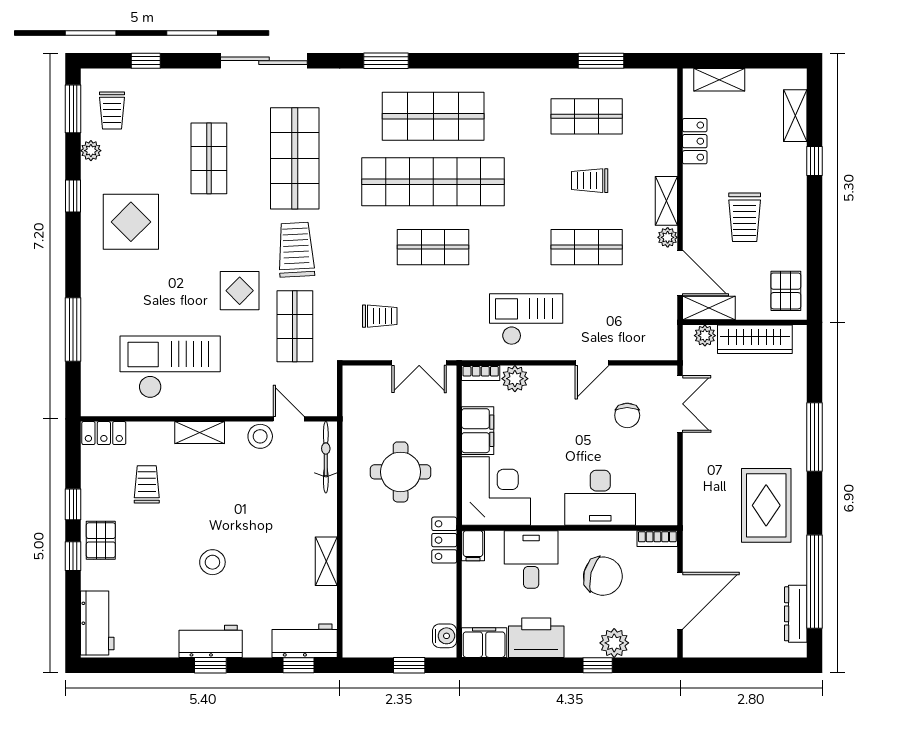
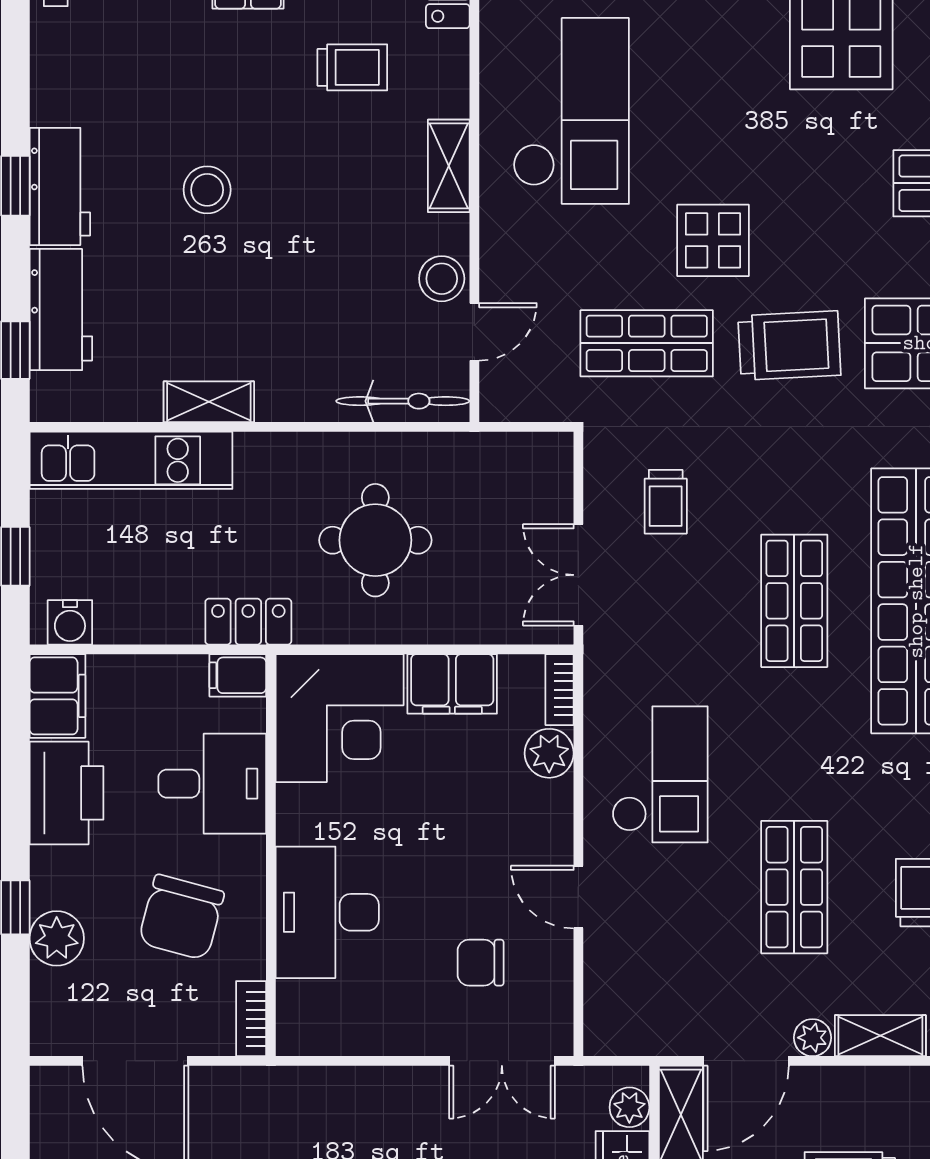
kitchen unit: (358, 603) -> (131, 460), added
workbench: (305, 641) -> (61, 310), moved

